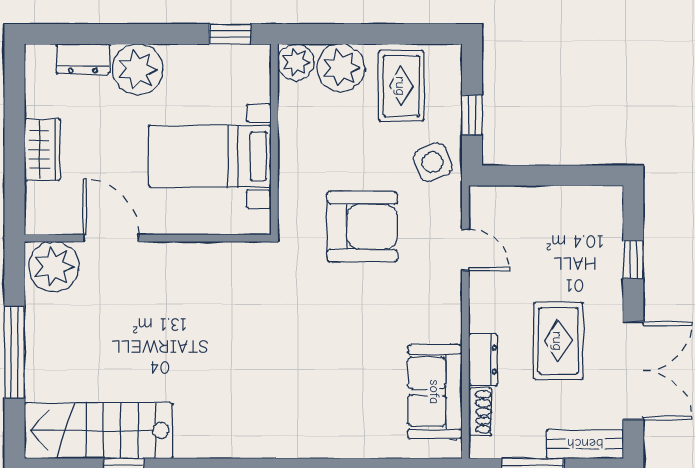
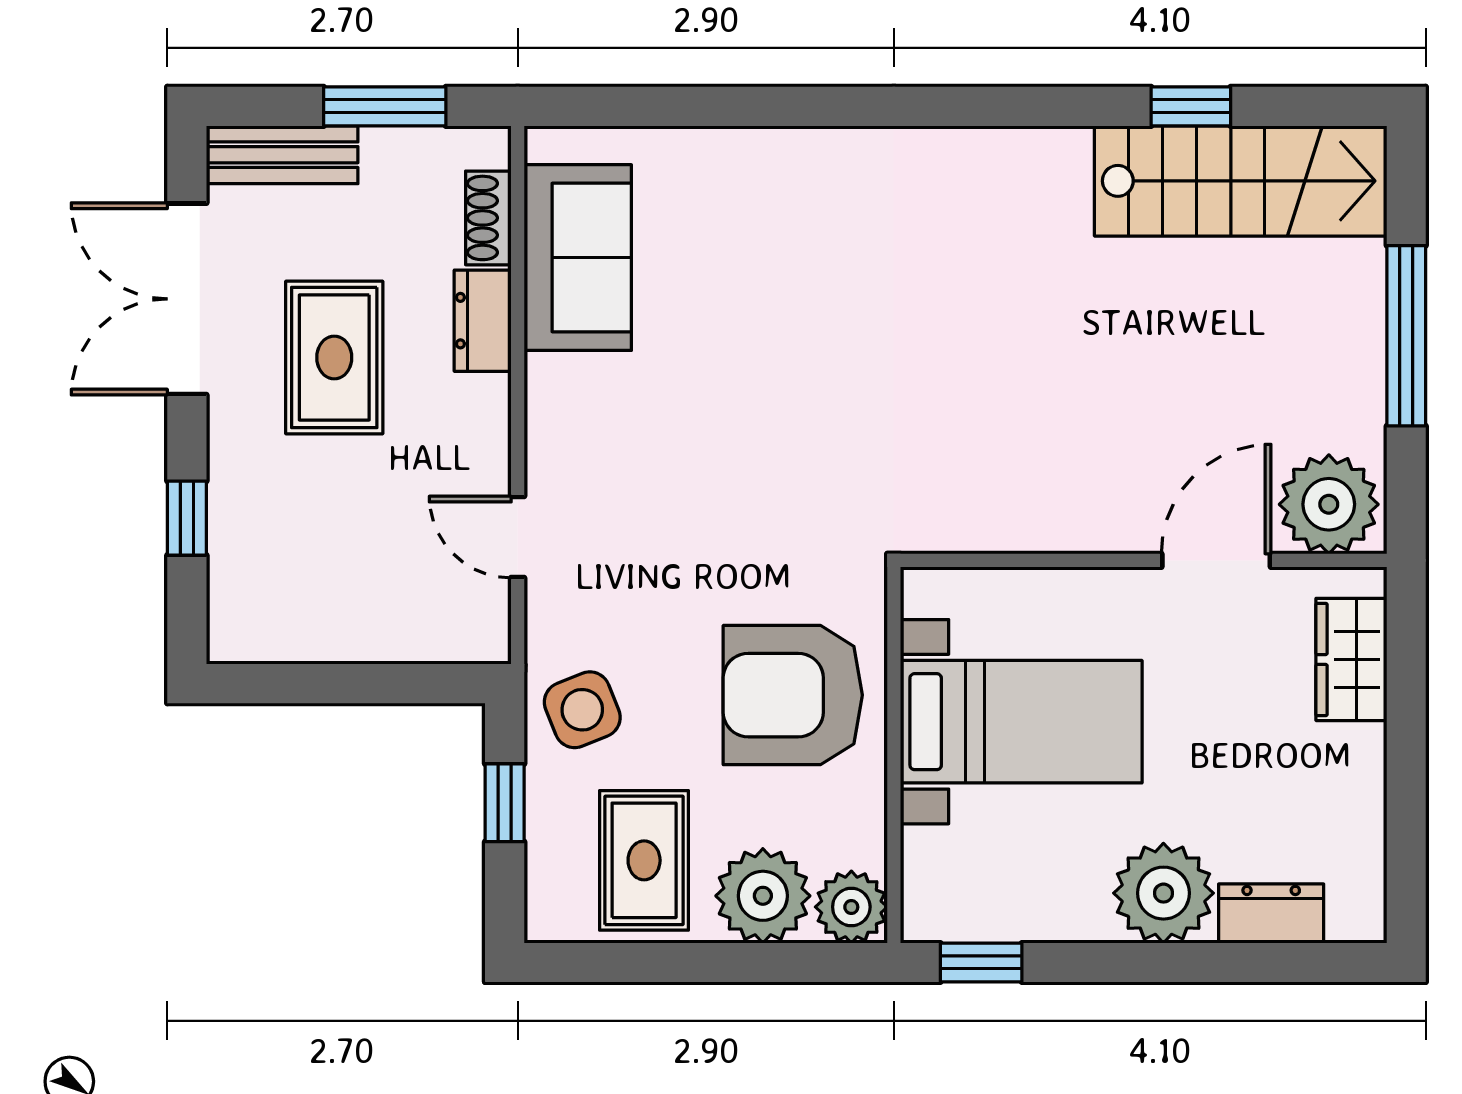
wardrobe: (42, 150) -> (1351, 659), moved
armchair: (362, 227) -> (793, 695), moved
door: (111, 238) -> (1216, 560), swing flipped

